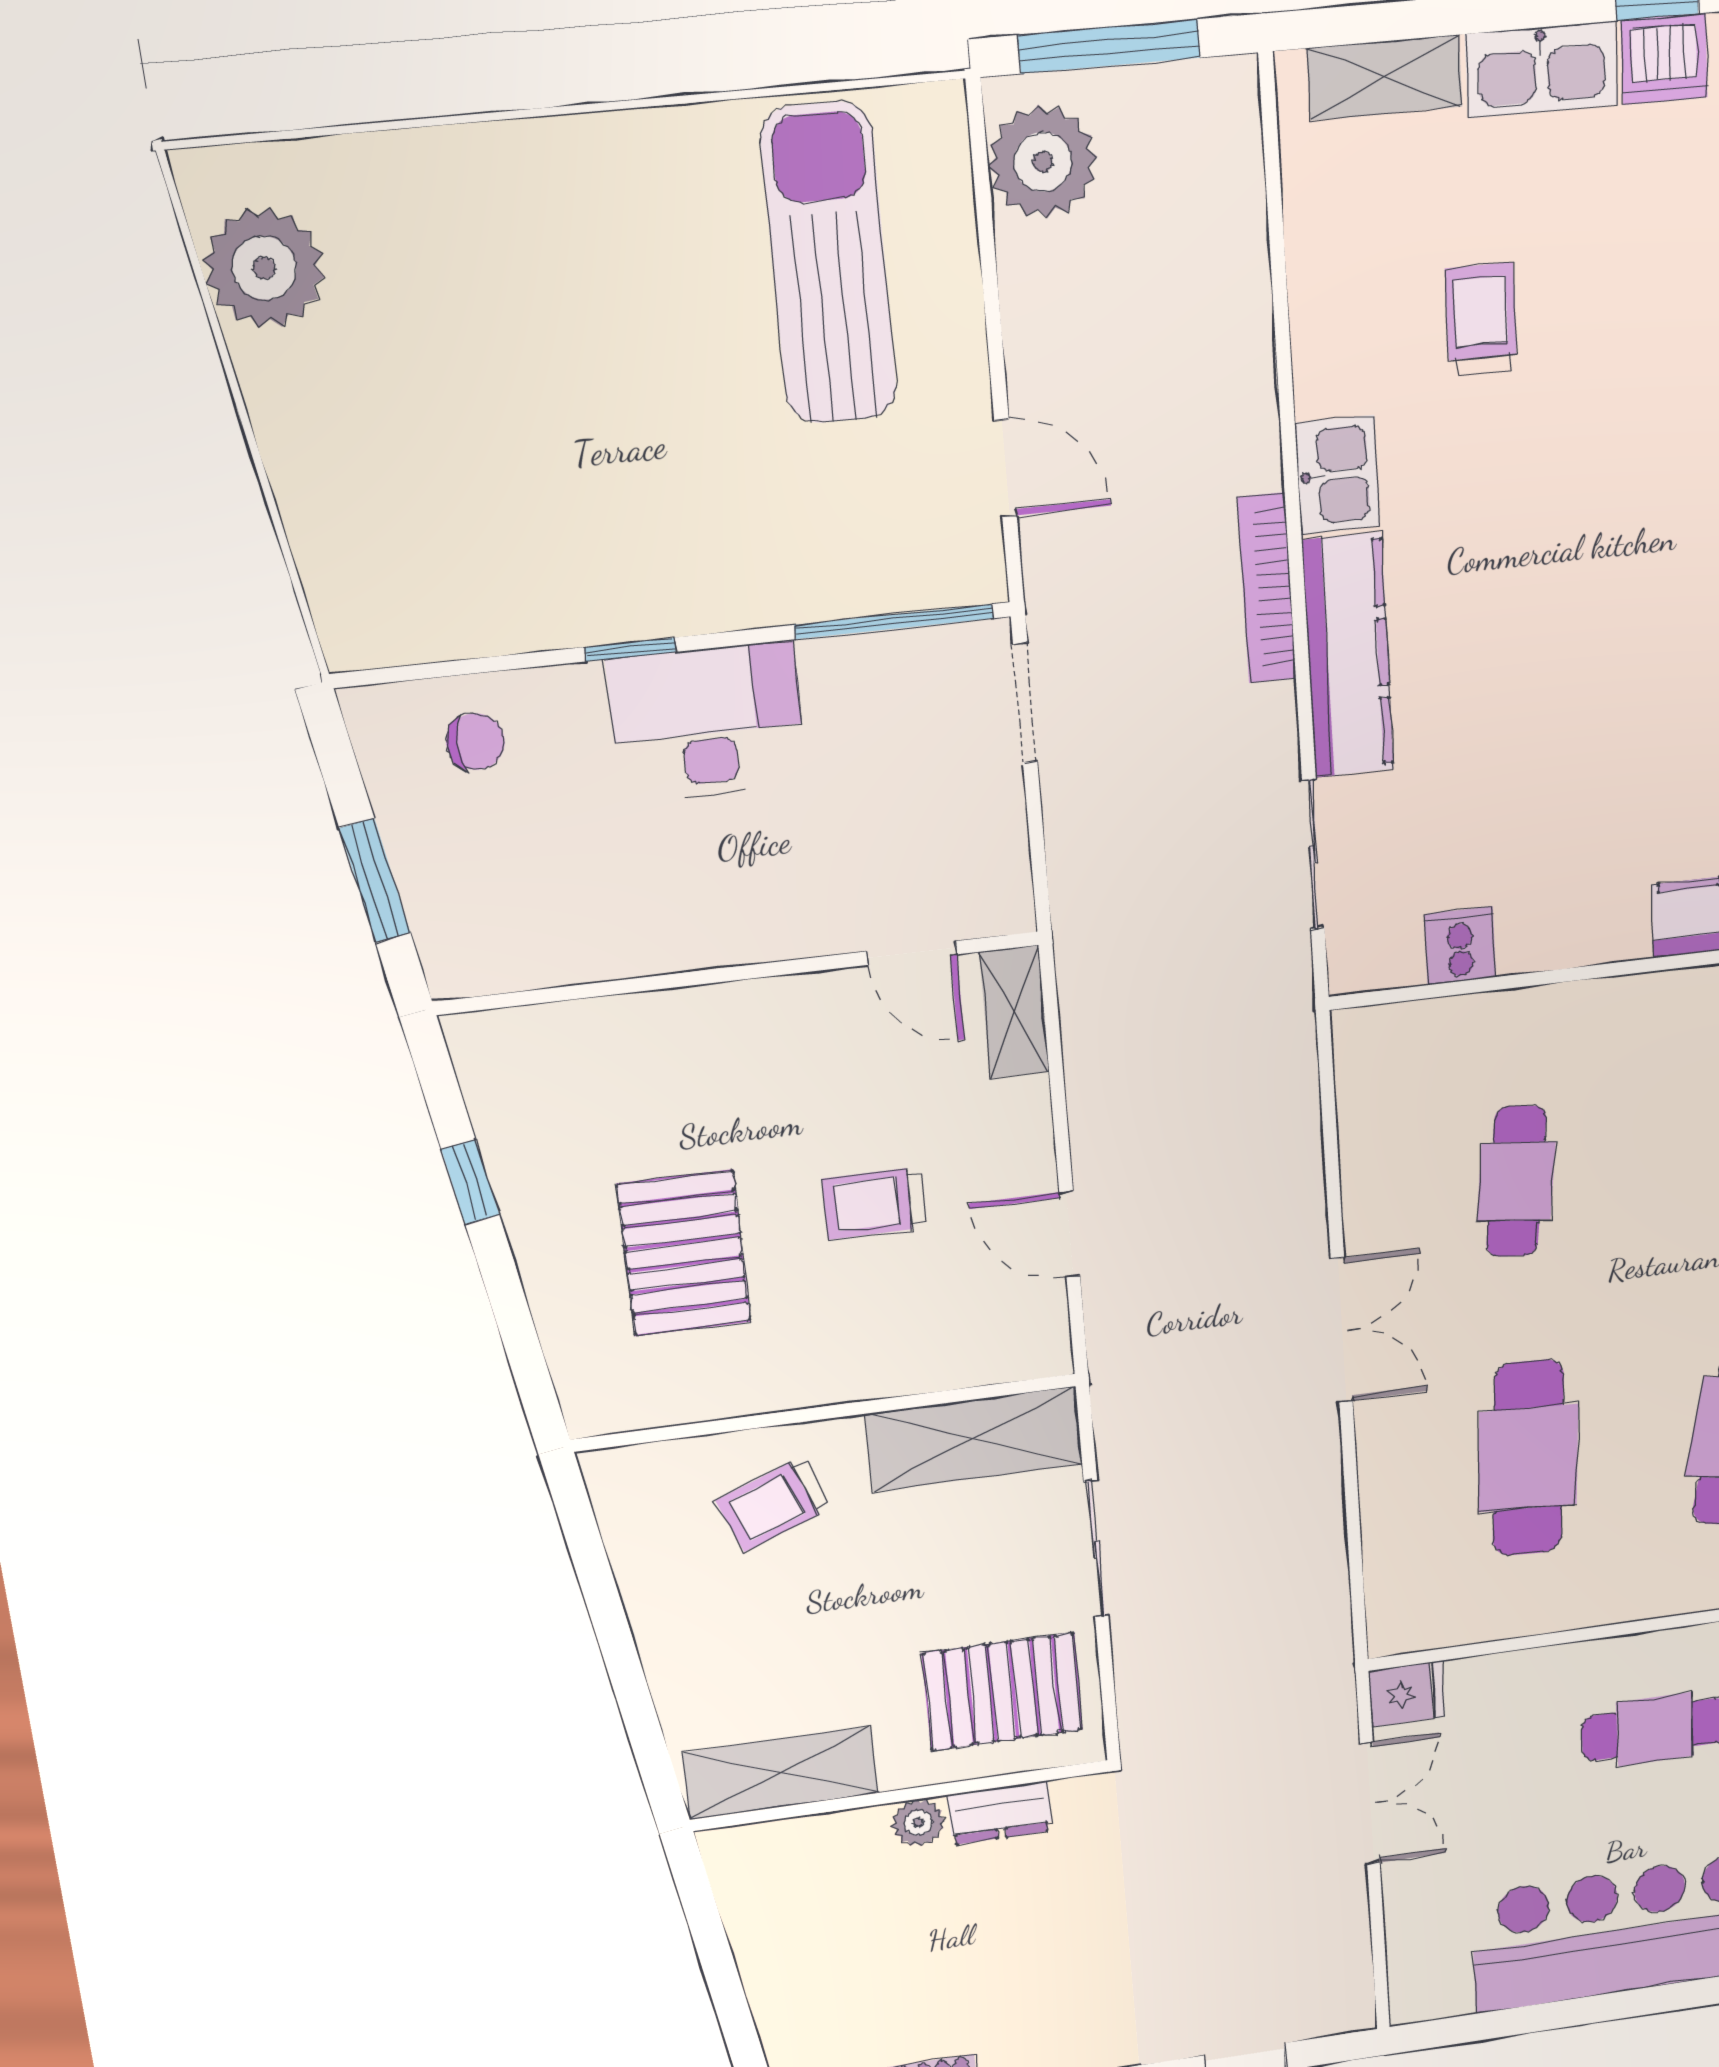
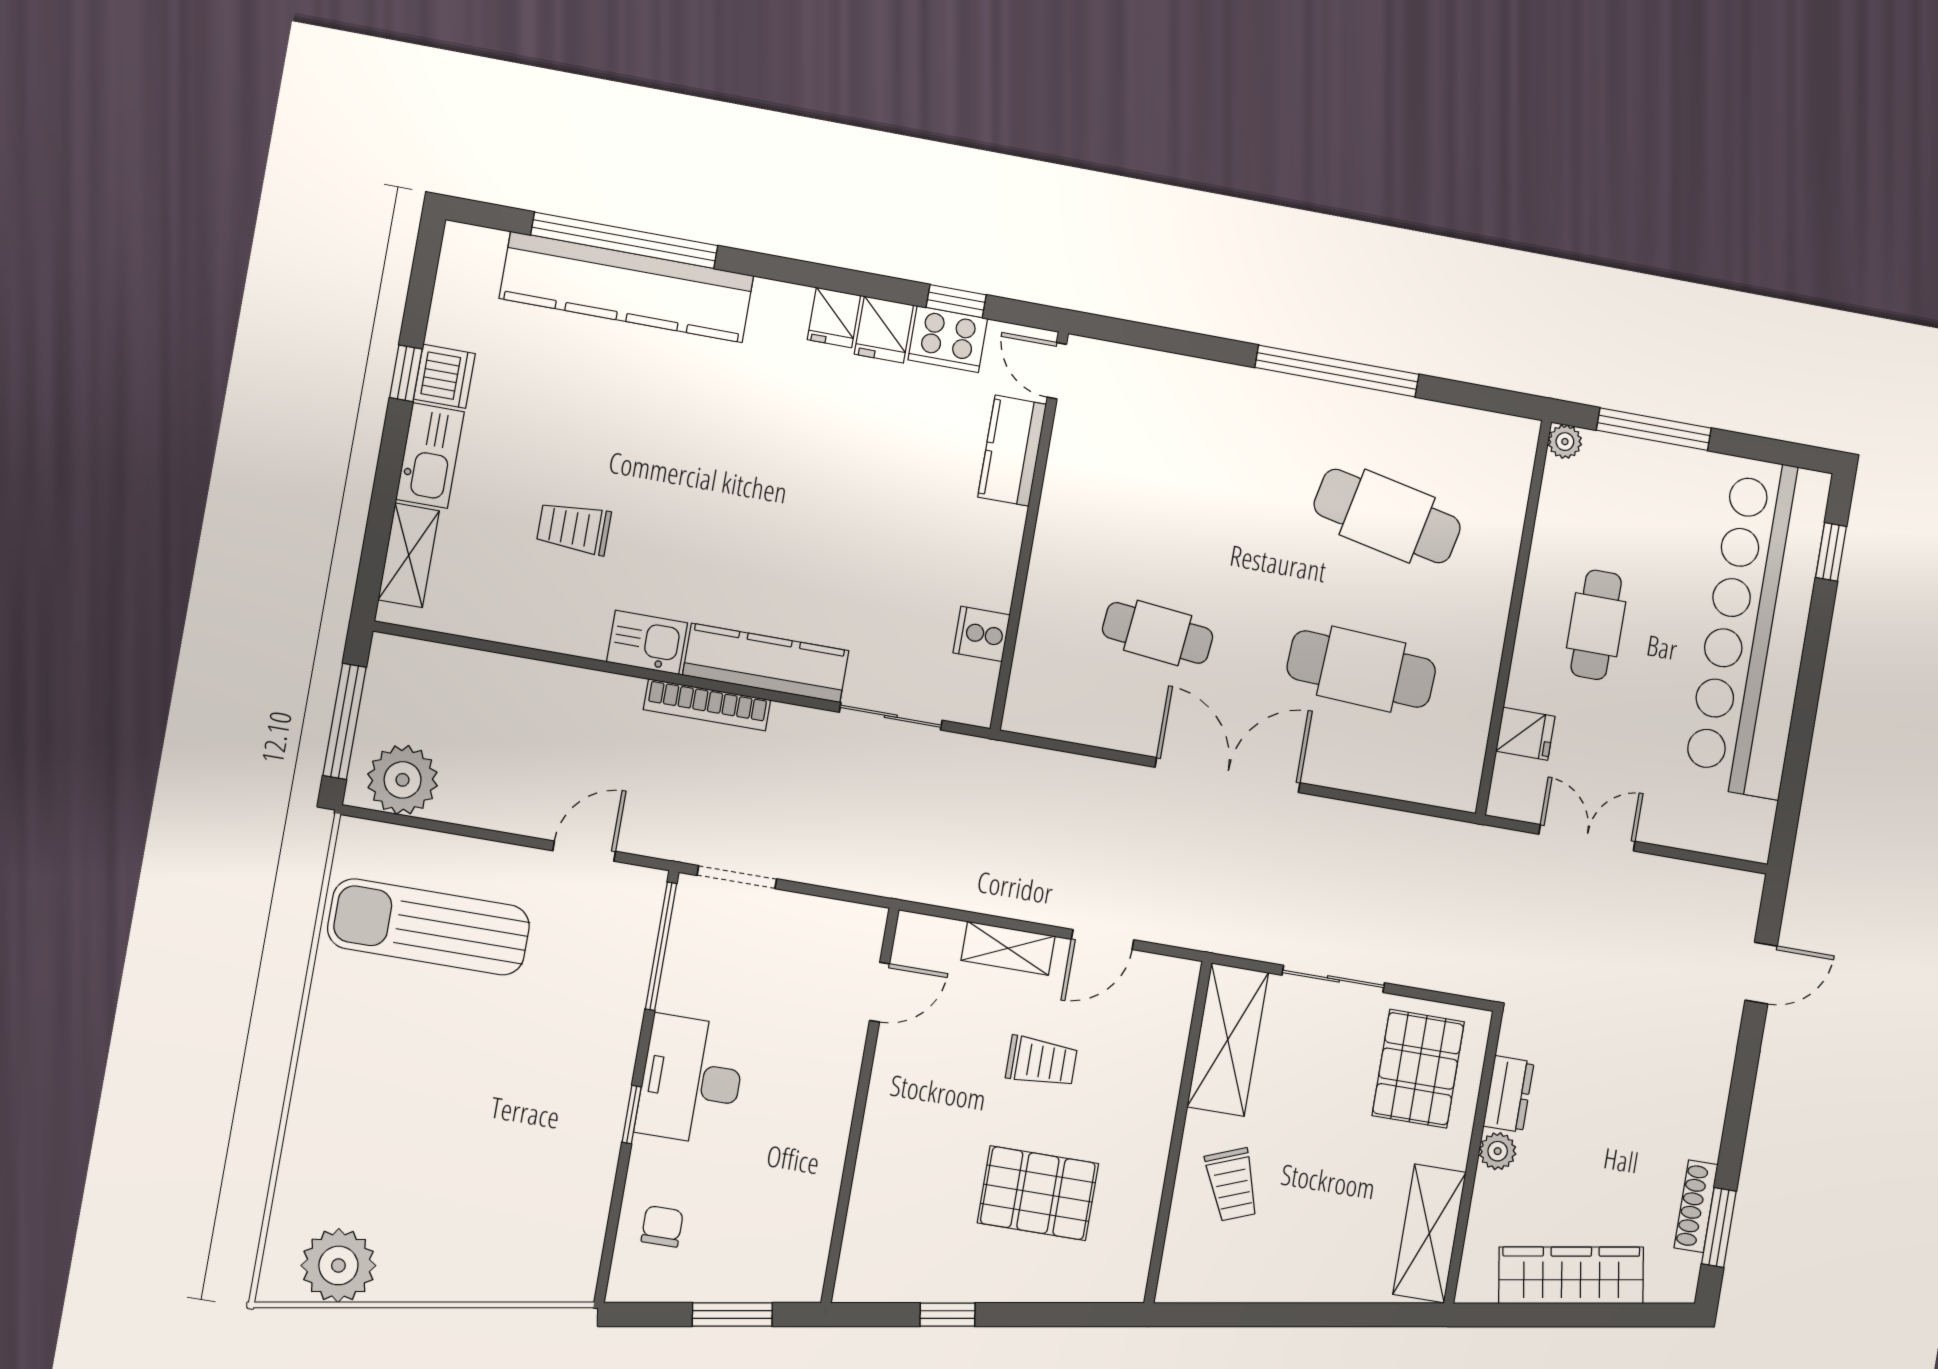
shelving: (1014, 1012) -> (1008, 948), moved
trolley: (874, 1203) -> (1041, 1062), turned -90
double door: (1342, 1330) -> (1228, 775), width x1.37
fridge: (1407, 1694) -> (1525, 734), moved, turned 90
wardrobe: (776, 1962) -> (1571, 1275), added

